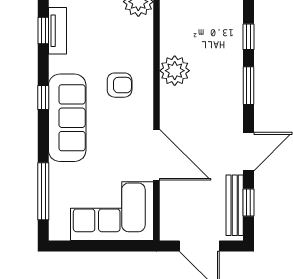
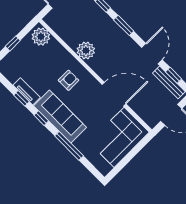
window: (43, 31) -> (21, 98), moved
tv unit: (58, 31) -> (27, 91), moved
window: (43, 191) -> (69, 146), moved

